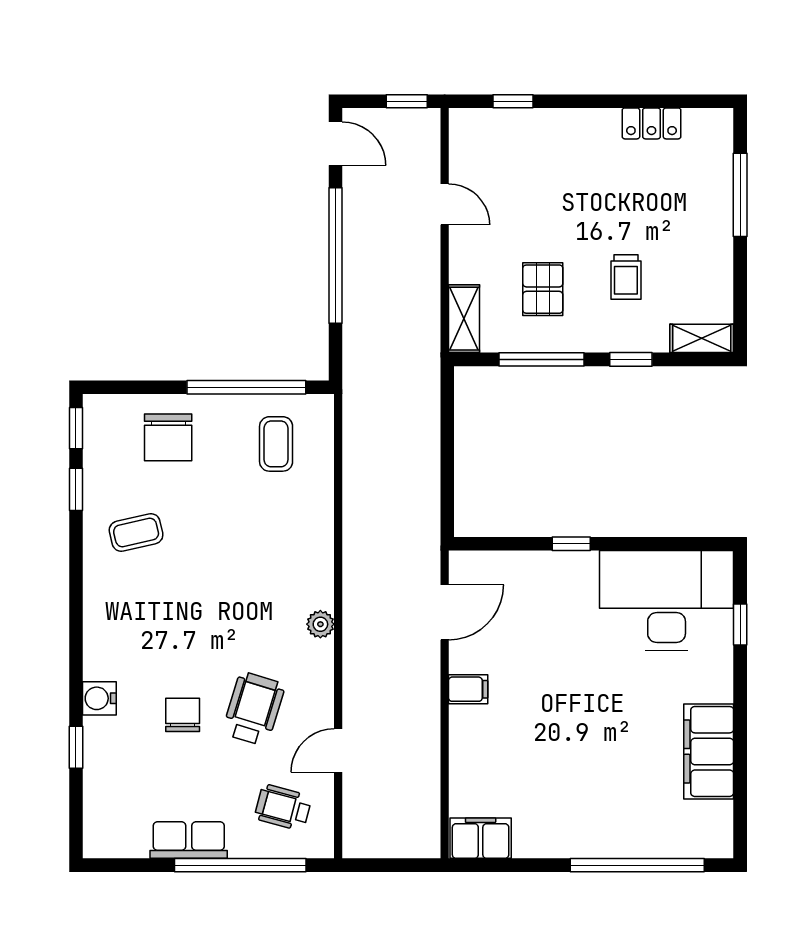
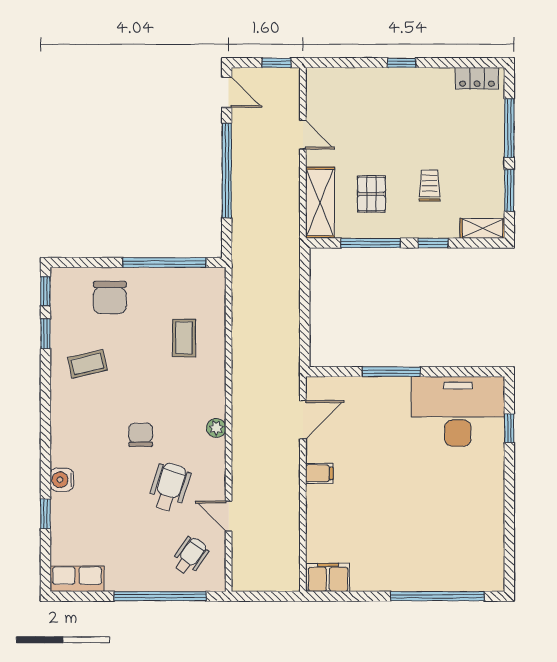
window: (513, 101) -> (402, 63), moved
locker: (651, 123) -> (477, 78), moved
trolley: (626, 277) -> (430, 186), turned 180
window: (740, 284) -> (509, 190), added
shelving: (464, 319) -> (320, 203), width x1.50, depth x1.33
coffee table: (276, 444) -> (184, 338), moved
window: (571, 544) -> (391, 372), width x2.17
chair: (183, 715) -> (141, 435), moved
door: (338, 751) -> (229, 516), hinge flipped
filing cabinet: (709, 751) -> (487, 517), removed
wheelchair: (283, 807) -> (190, 556), turned 111
row of seats: (189, 840) -> (77, 579), moved

